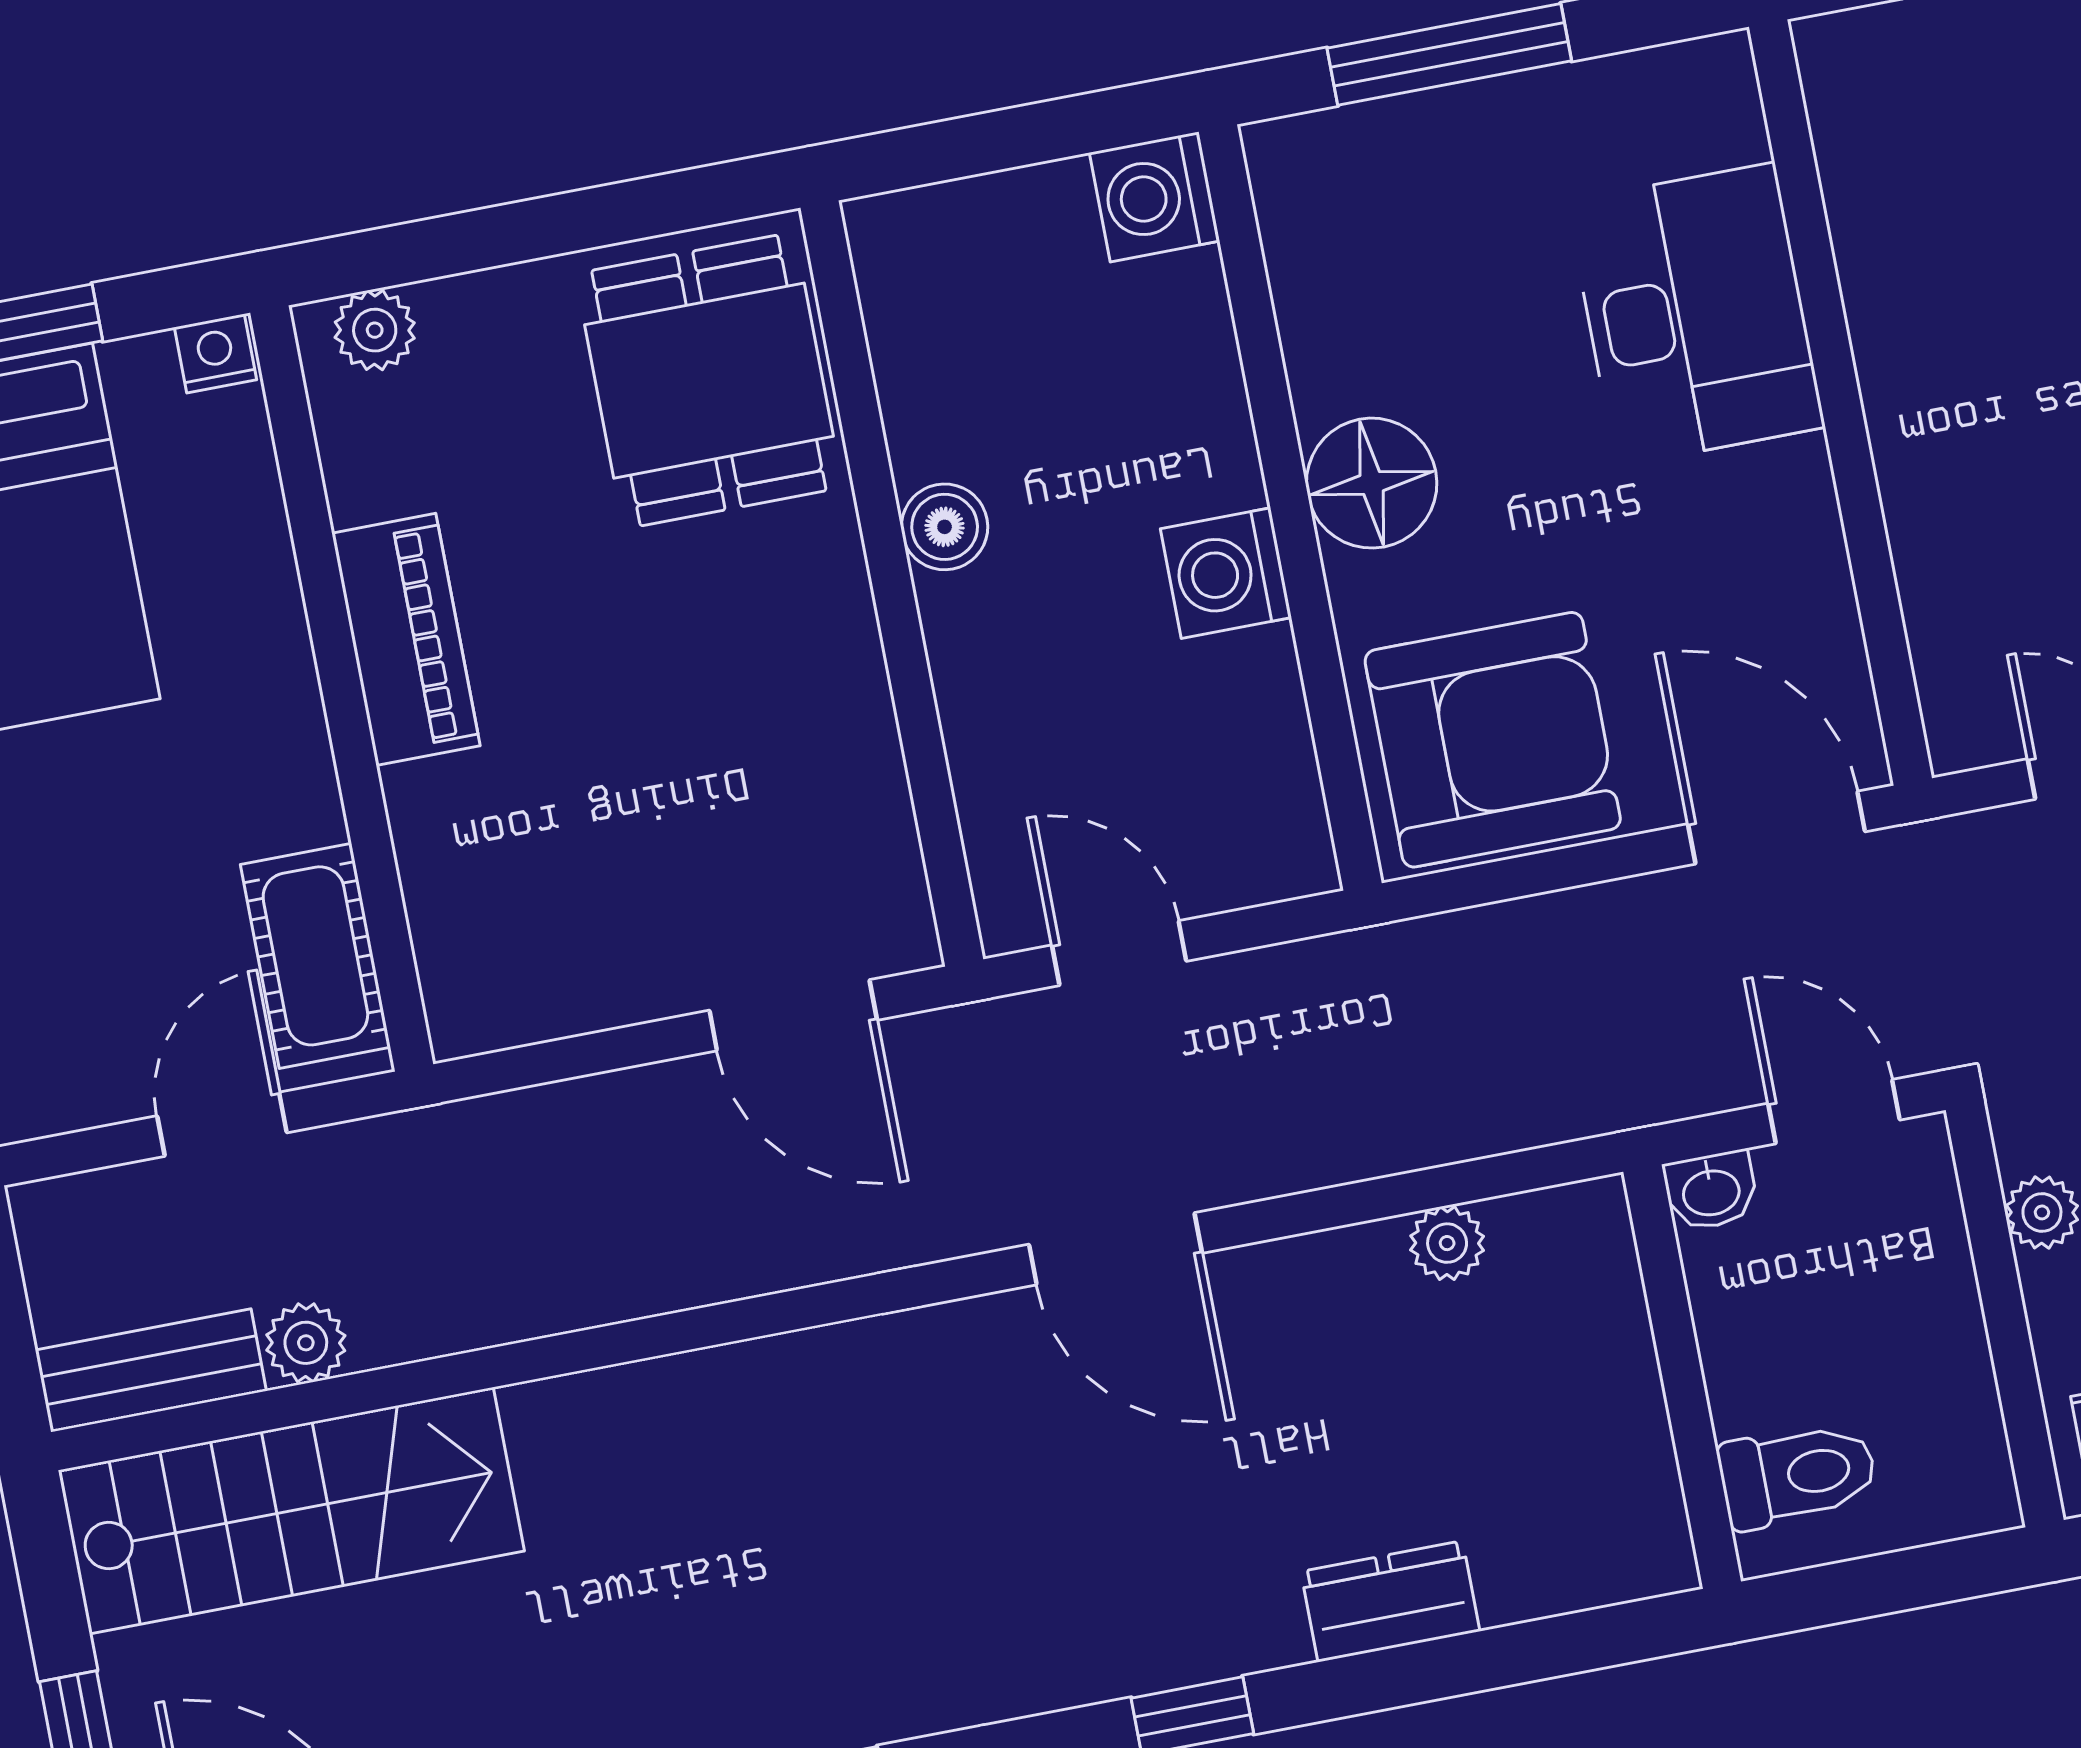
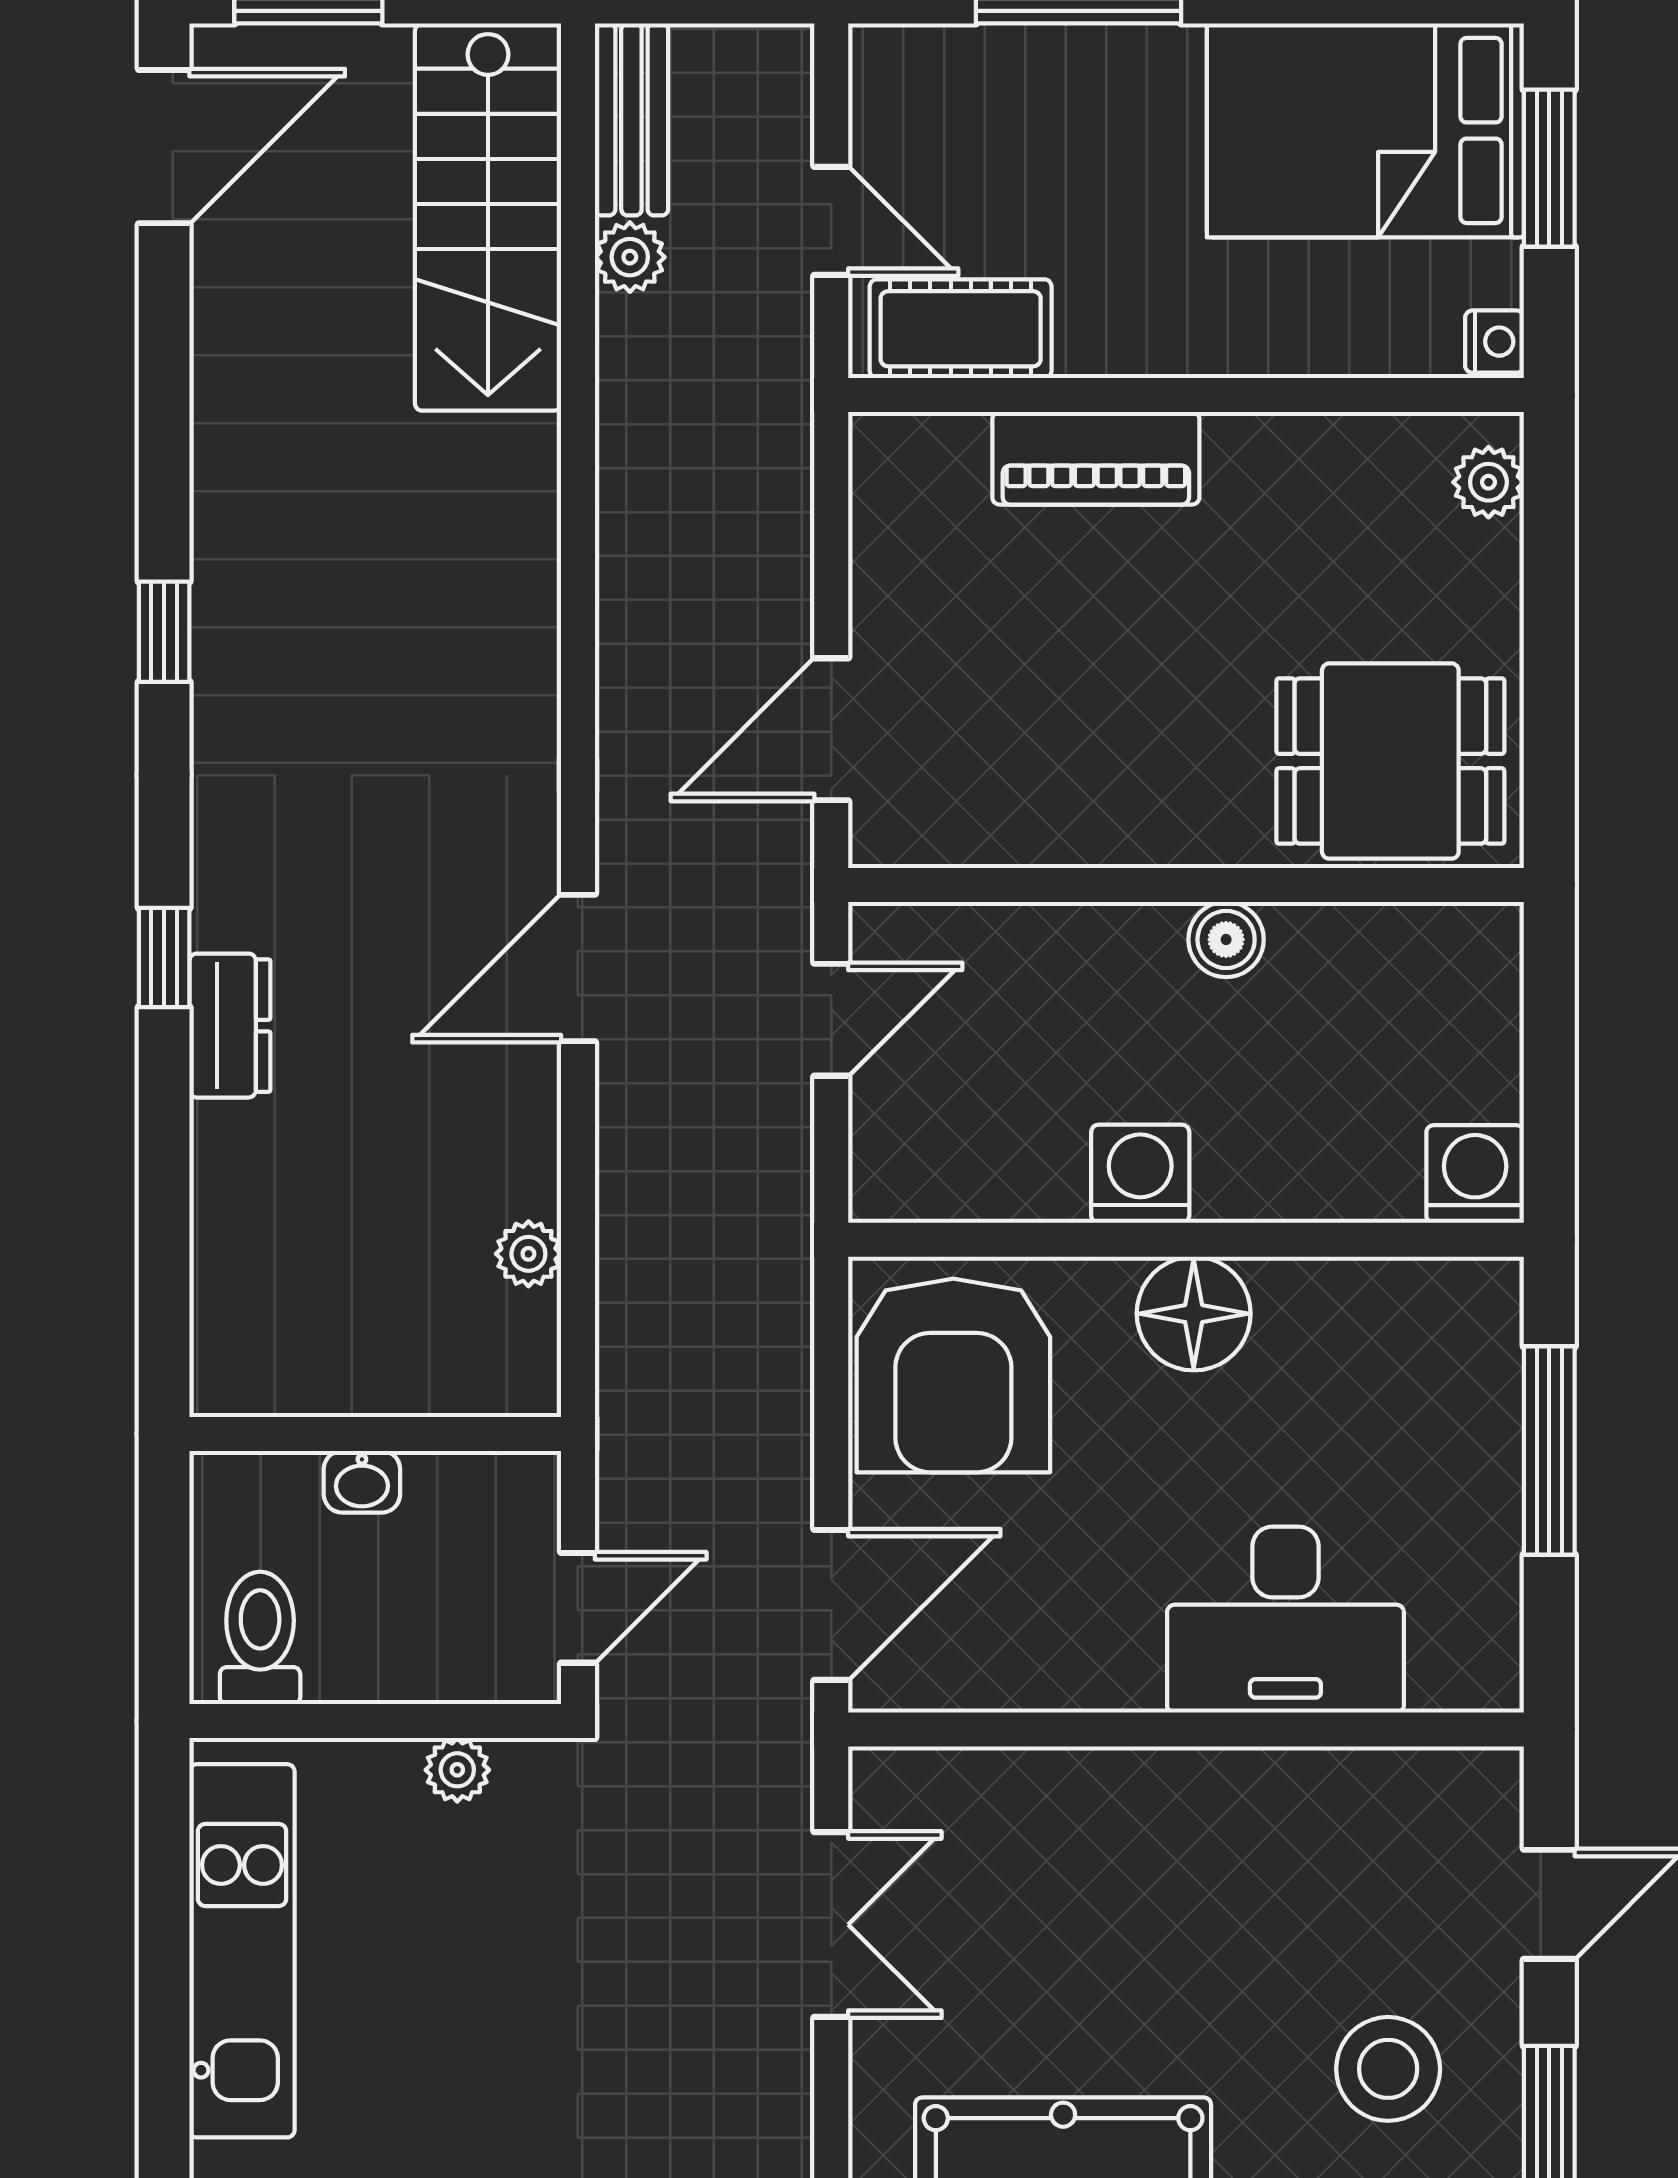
piano: (406, 639) -> (1096, 458), moved
washbasin: (1711, 1191) -> (362, 1482), moved, turned -90
toilet: (1798, 1475) -> (260, 1638), moved, turned 180
dresser: (1390, 1601) -> (230, 1026), moved

